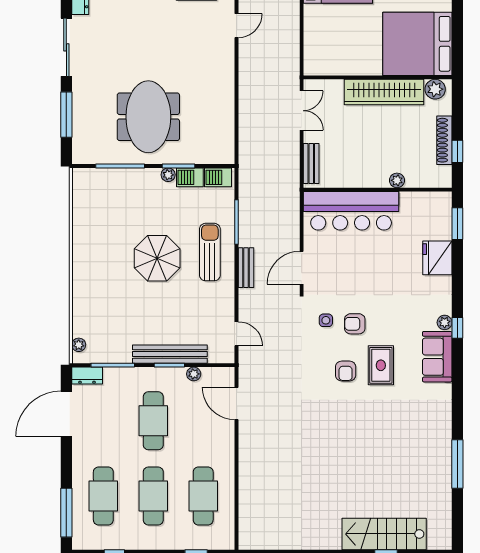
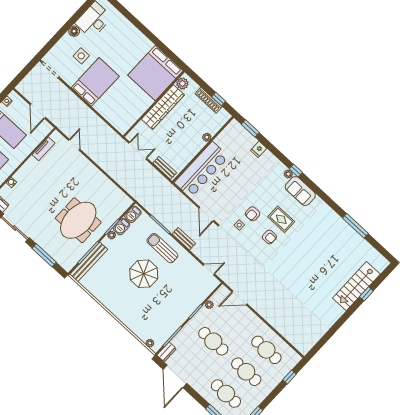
meeting table: (148, 117) -> (78, 220), turned 90
fridge: (437, 258) -> (259, 149), width x0.53, depth x0.75
bench: (170, 354) -> (89, 262), moved

